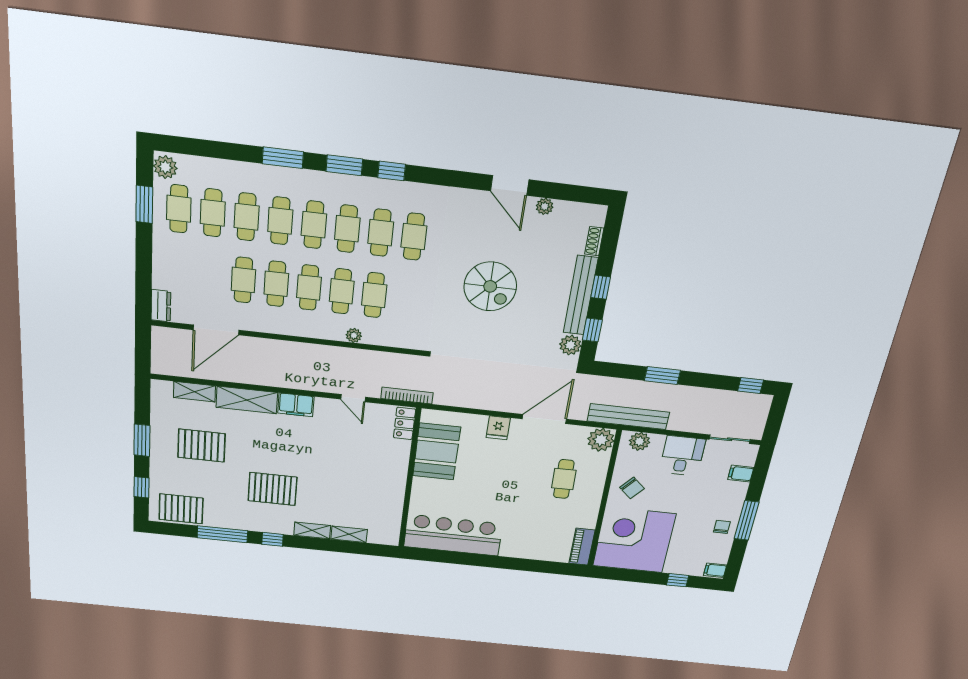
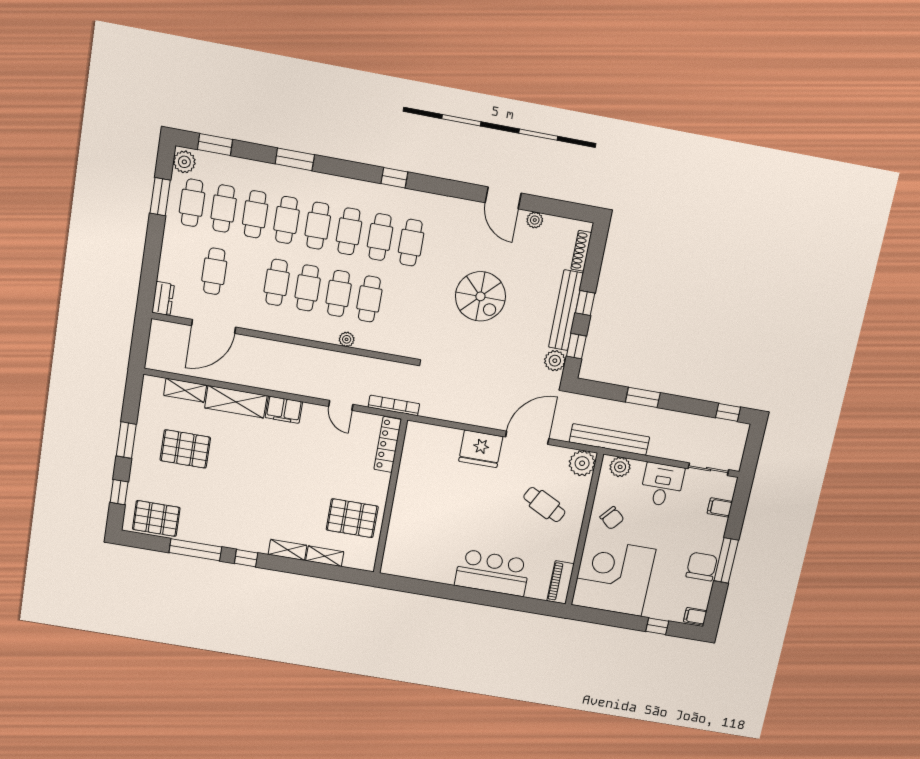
window: (344, 165) -> (215, 145), moved
shoe rack: (594, 241) -> (581, 251), width x1.43
cafe table: (243, 280) -> (214, 271), moved
locker: (404, 423) -> (388, 445), width x1.53
fridge: (498, 428) -> (481, 449), width x1.88, depth x1.34
booth: (437, 452) -> (419, 468), removed
cafe table: (564, 479) -> (544, 505), turned -62
pallet: (273, 489) -> (352, 518), moved
chair: (722, 527) -> (702, 567), width x1.87, depth x1.87
bar counter: (453, 535) -> (492, 573), moved, width x0.73

